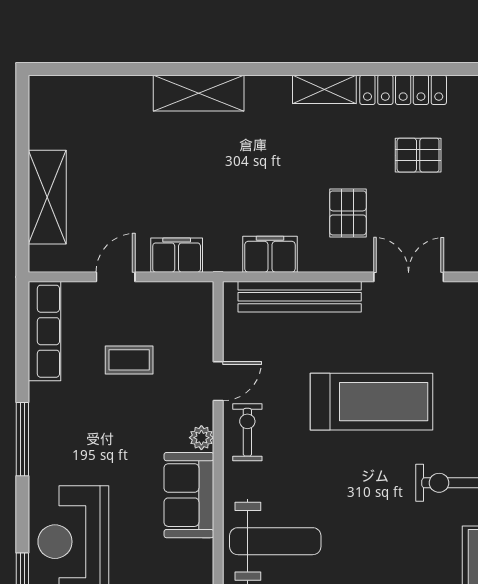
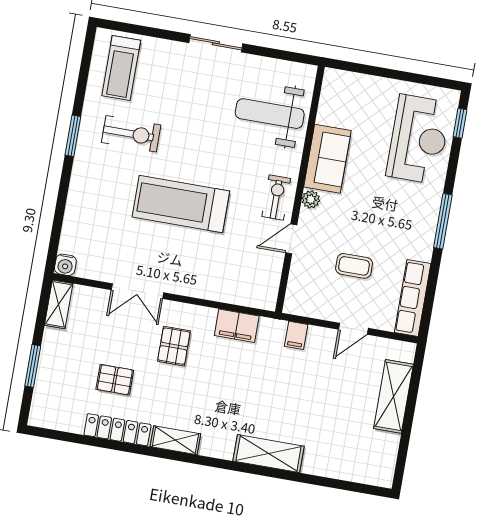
filing cabinet: (177, 255) -> (296, 335), width x0.50
bench: (300, 297) -> (220, 291), removed
exercise bike: (247, 432) -> (276, 197), turned 180

